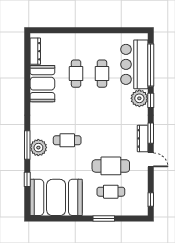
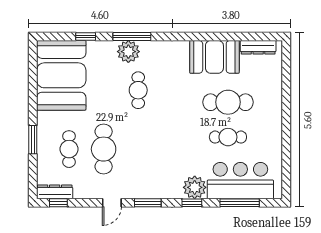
window: (151, 65) -> (240, 203), width x0.68
cafe table: (76, 74) -> (228, 102), width x1.37, depth x1.35
dresser: (143, 138) -> (55, 192), moved

